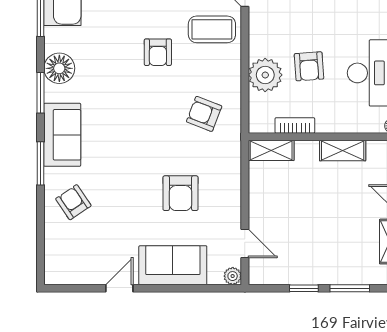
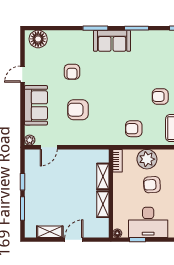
floor lamp: (59, 68) -> (38, 39), moved
armchair: (204, 114) -> (134, 129), moved, turned -111
bookcase: (295, 125) -> (117, 161), moved
shelving: (271, 150) -> (103, 176), moved
armchair: (73, 202) -> (72, 72), moved, turned 124
door: (119, 288) -> (22, 74), swing flipped

